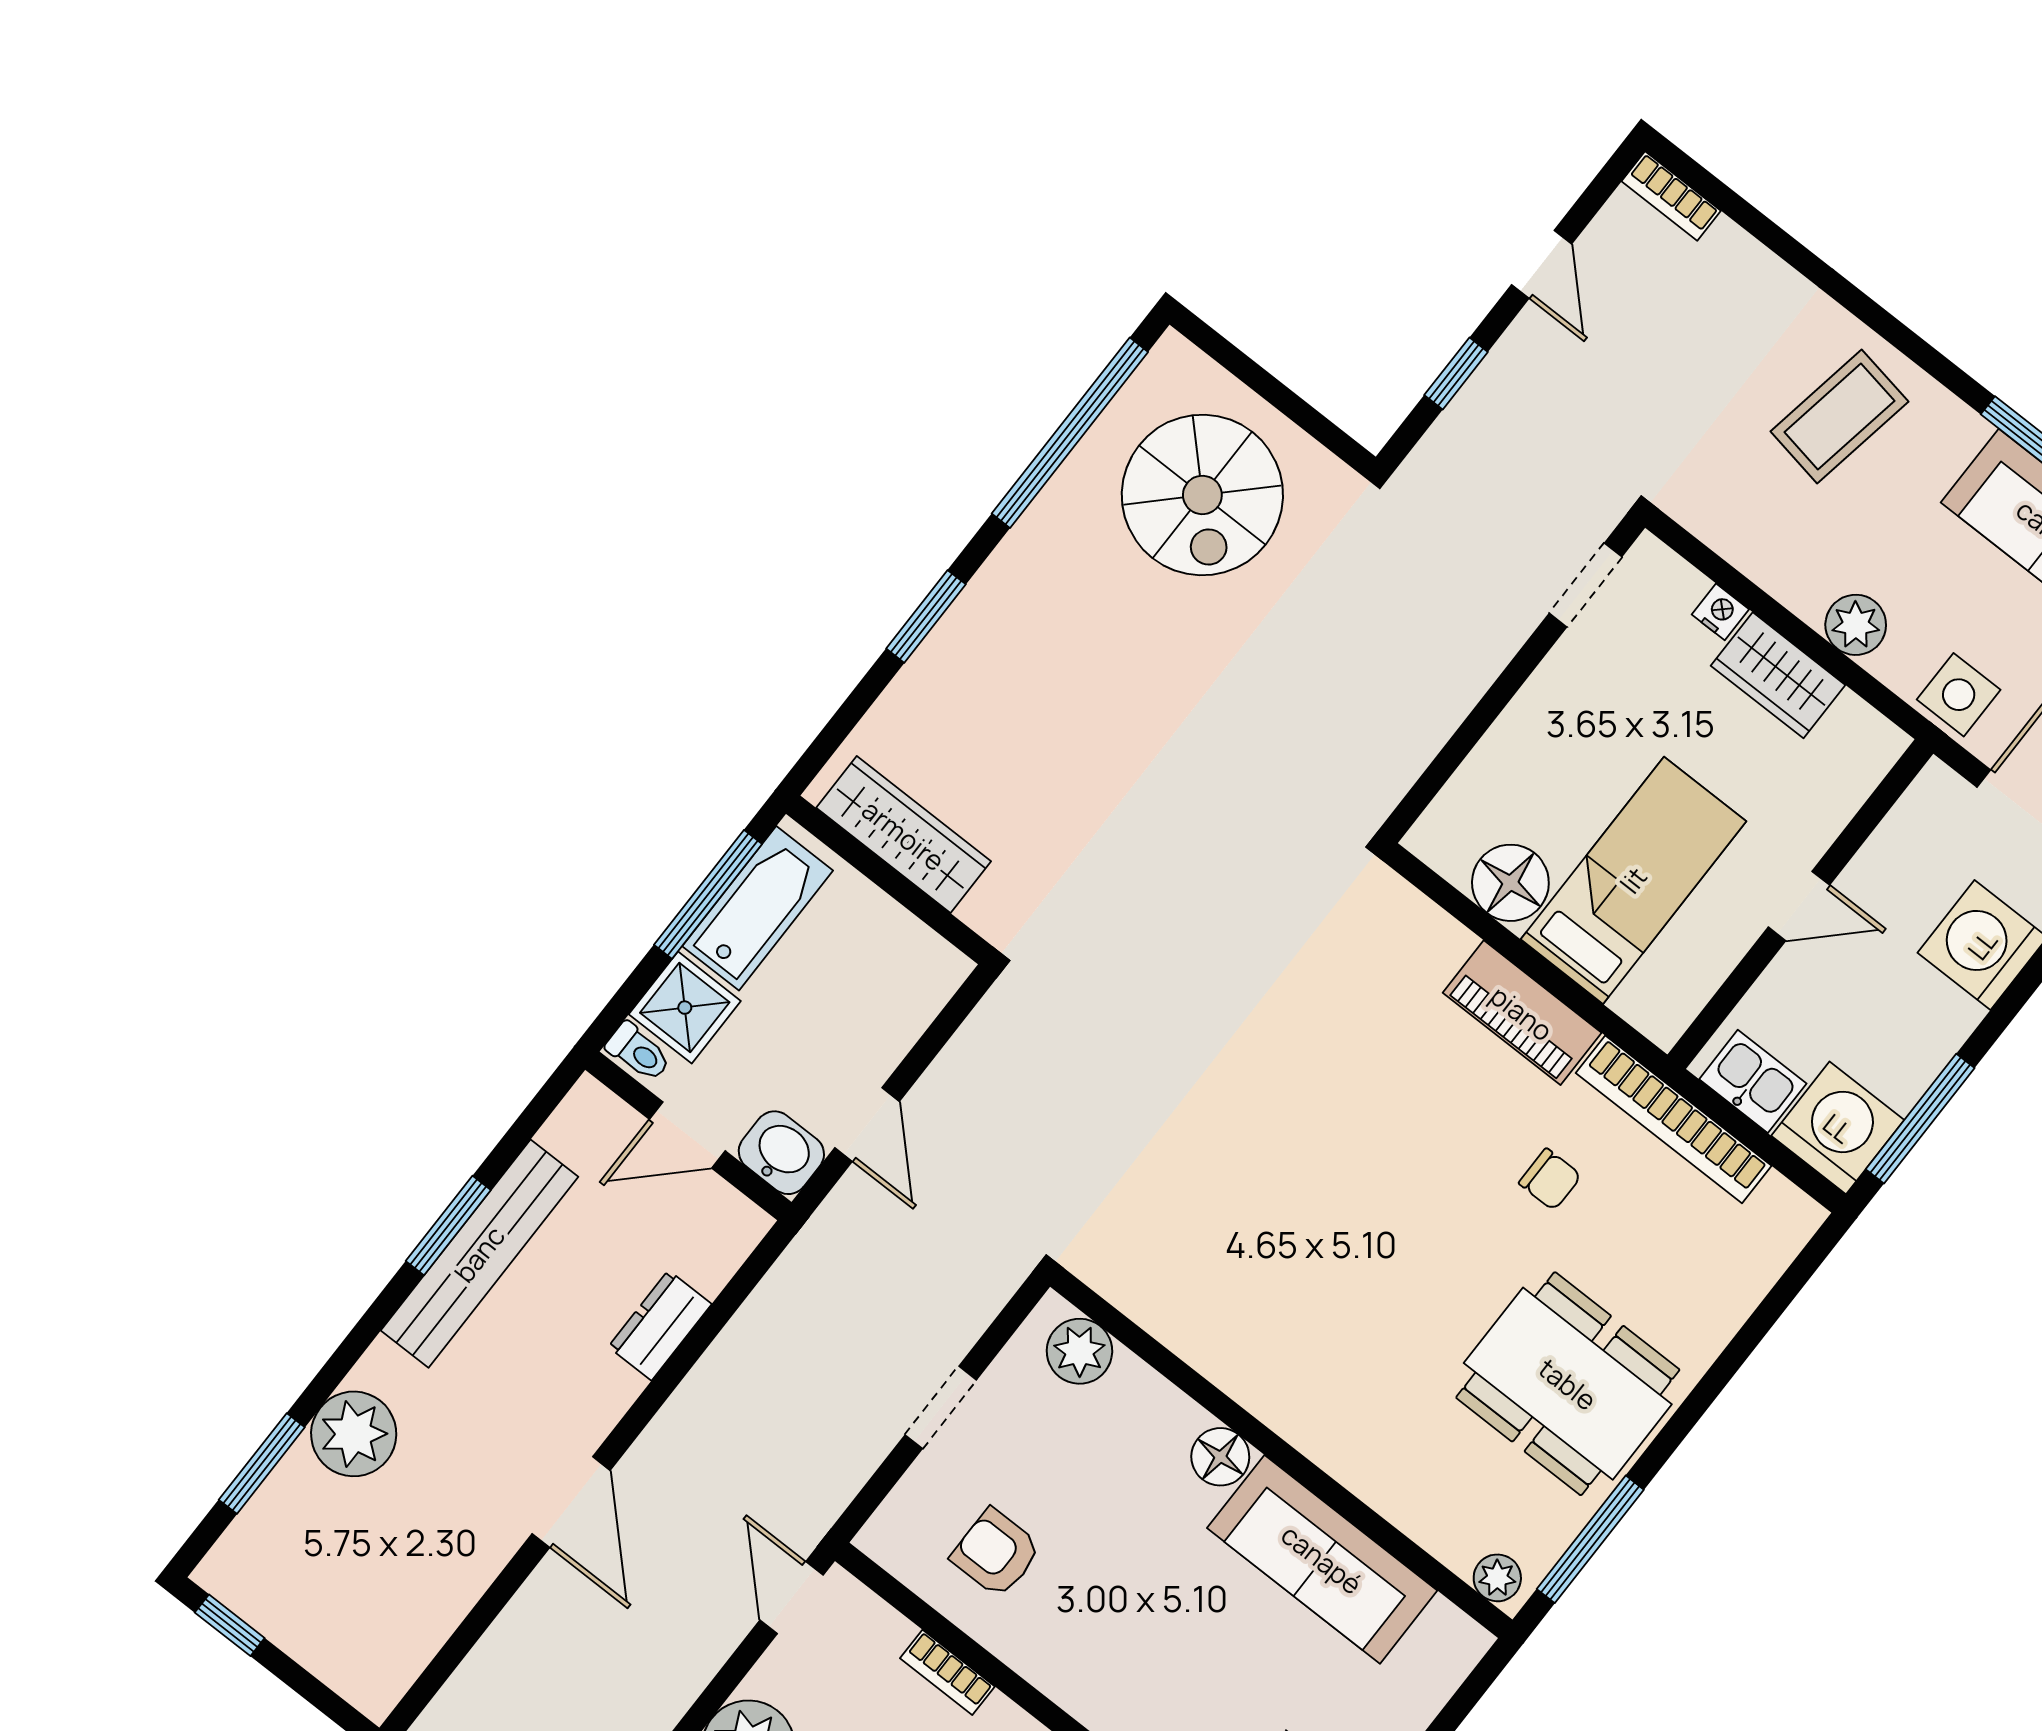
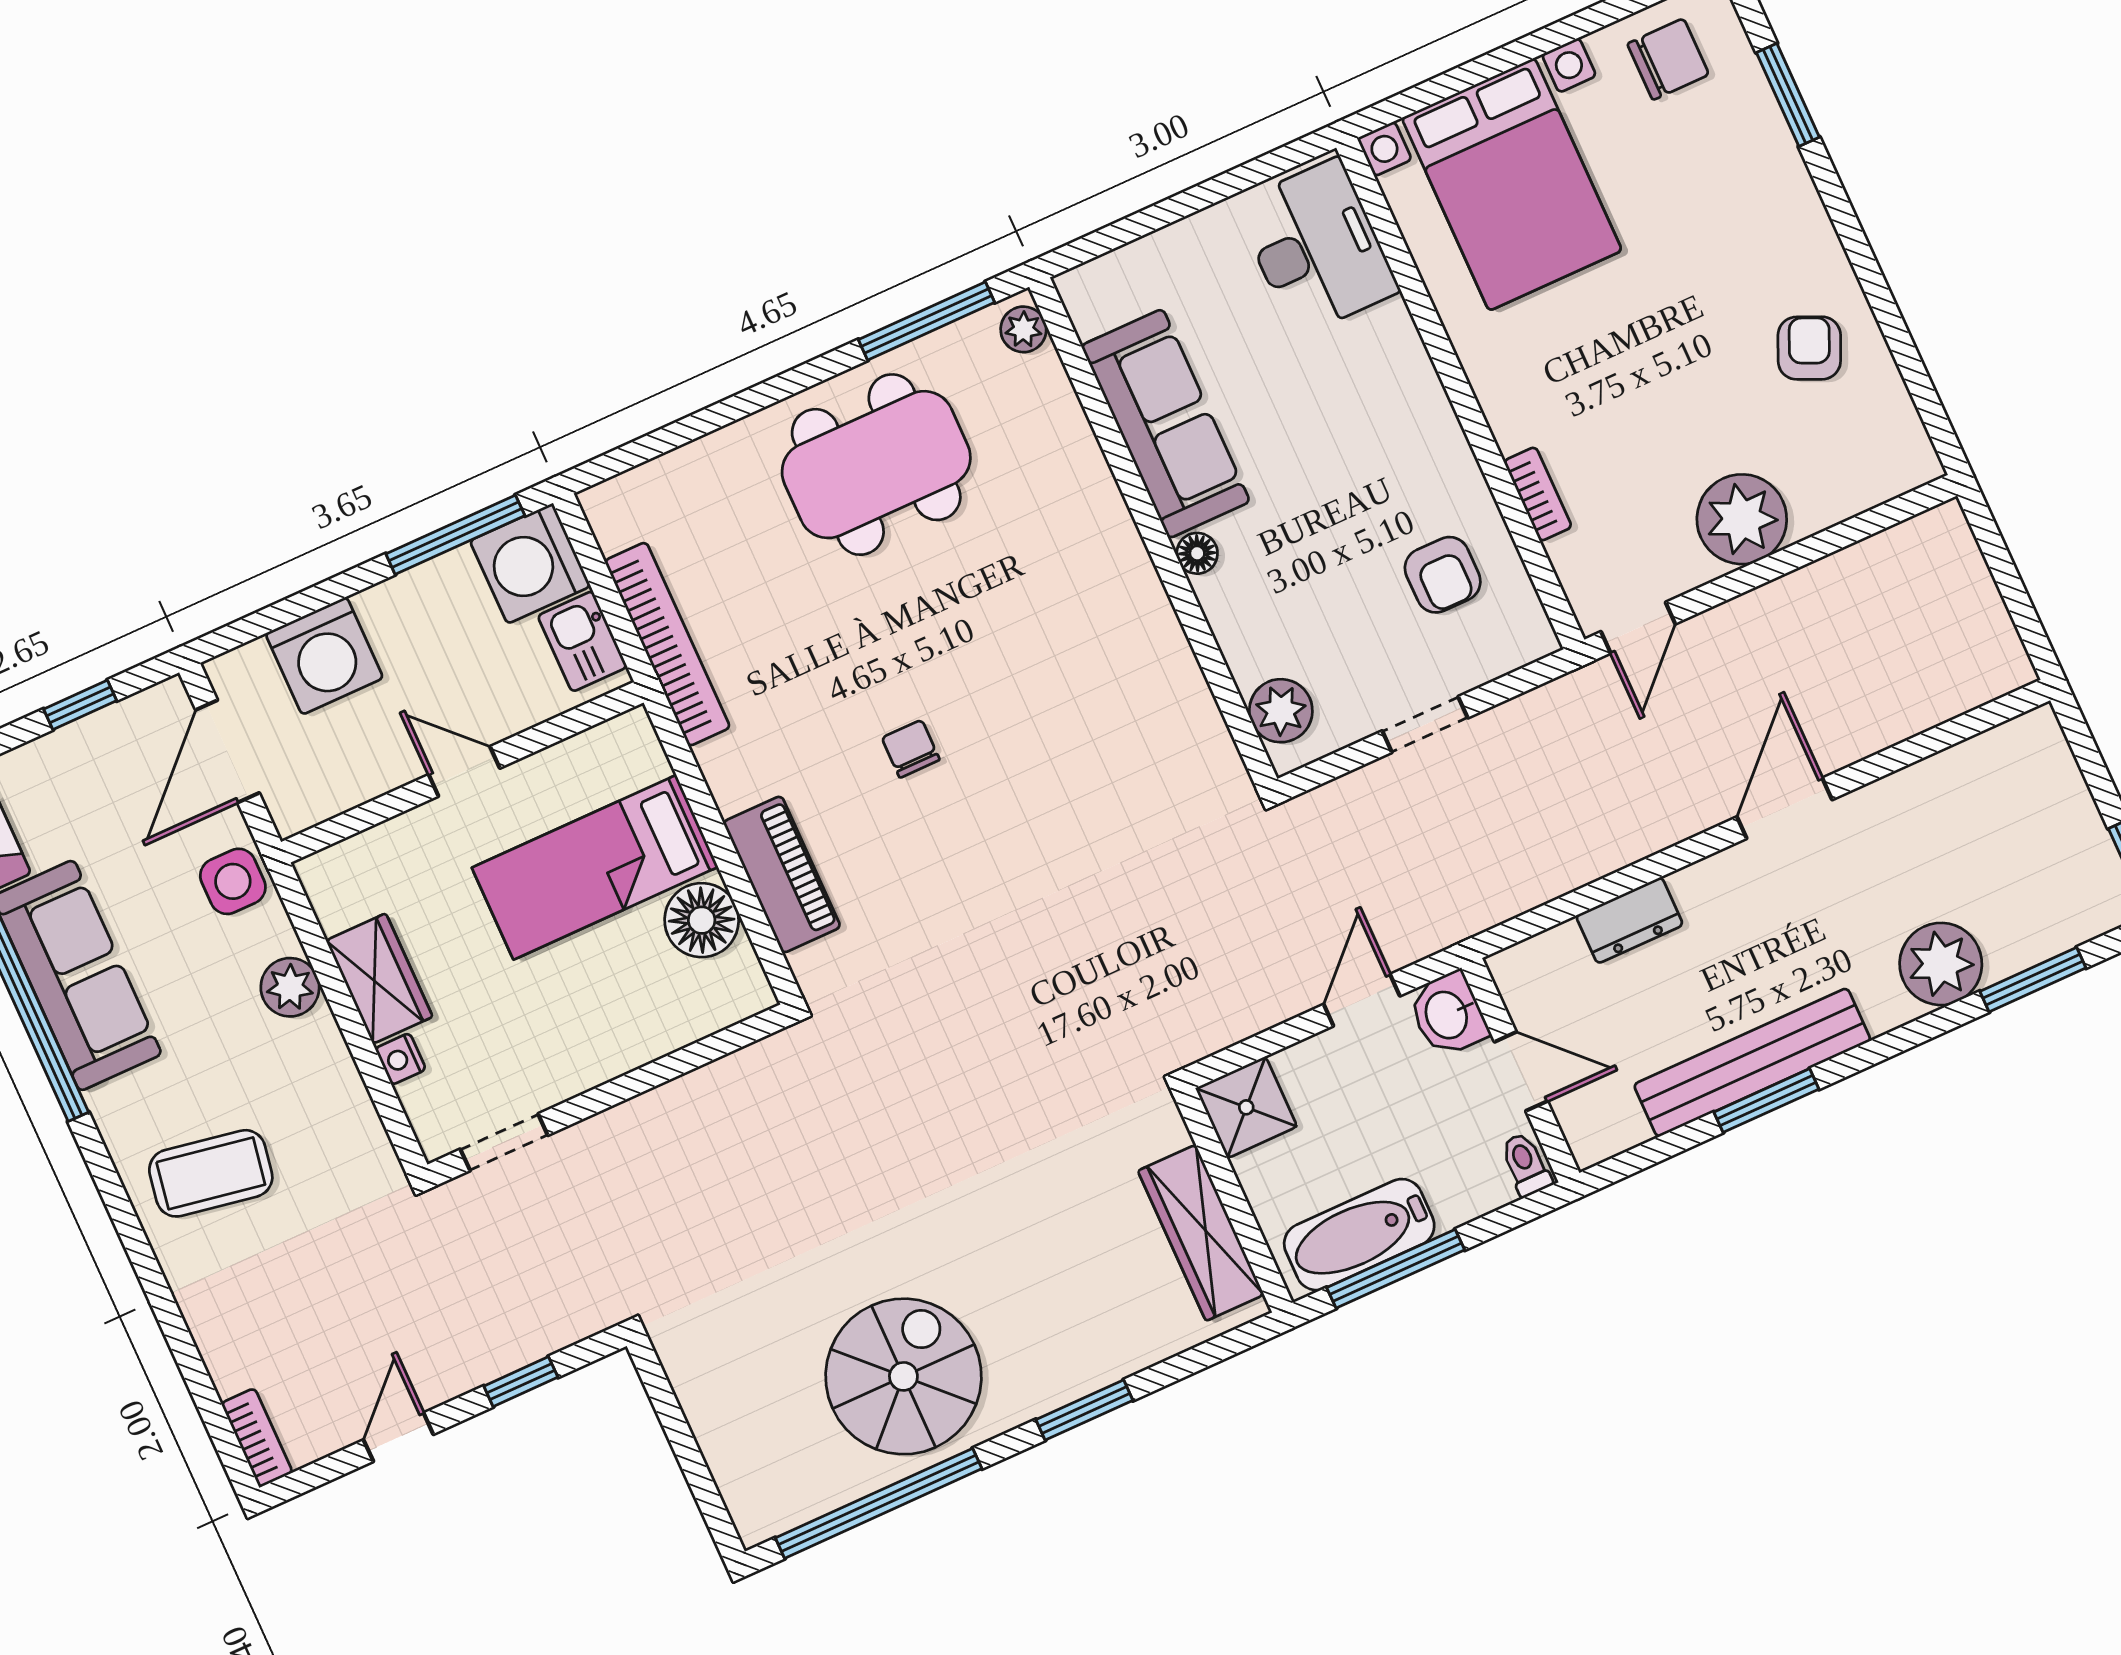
spiral stairs: (1202, 495) -> (903, 1376), moved
shower: (685, 1008) -> (1246, 1107), moved
piano: (1522, 1013) -> (782, 874), moved
chair: (1550, 1179) -> (911, 749), moved
dining table: (1568, 1384) -> (876, 465), turned 90
floor lamp: (1220, 1457) -> (1197, 553), width x0.73, depth x0.73

